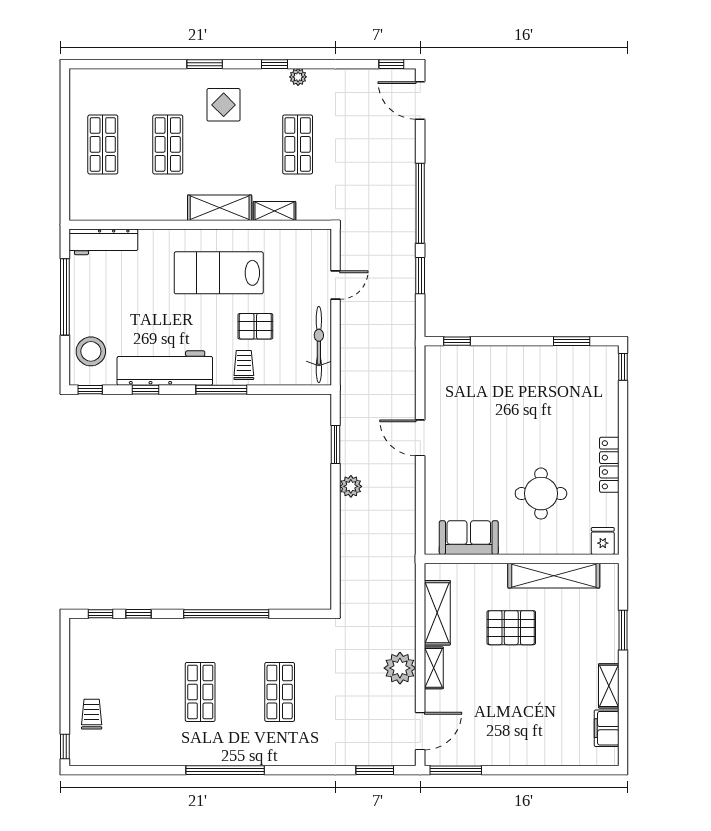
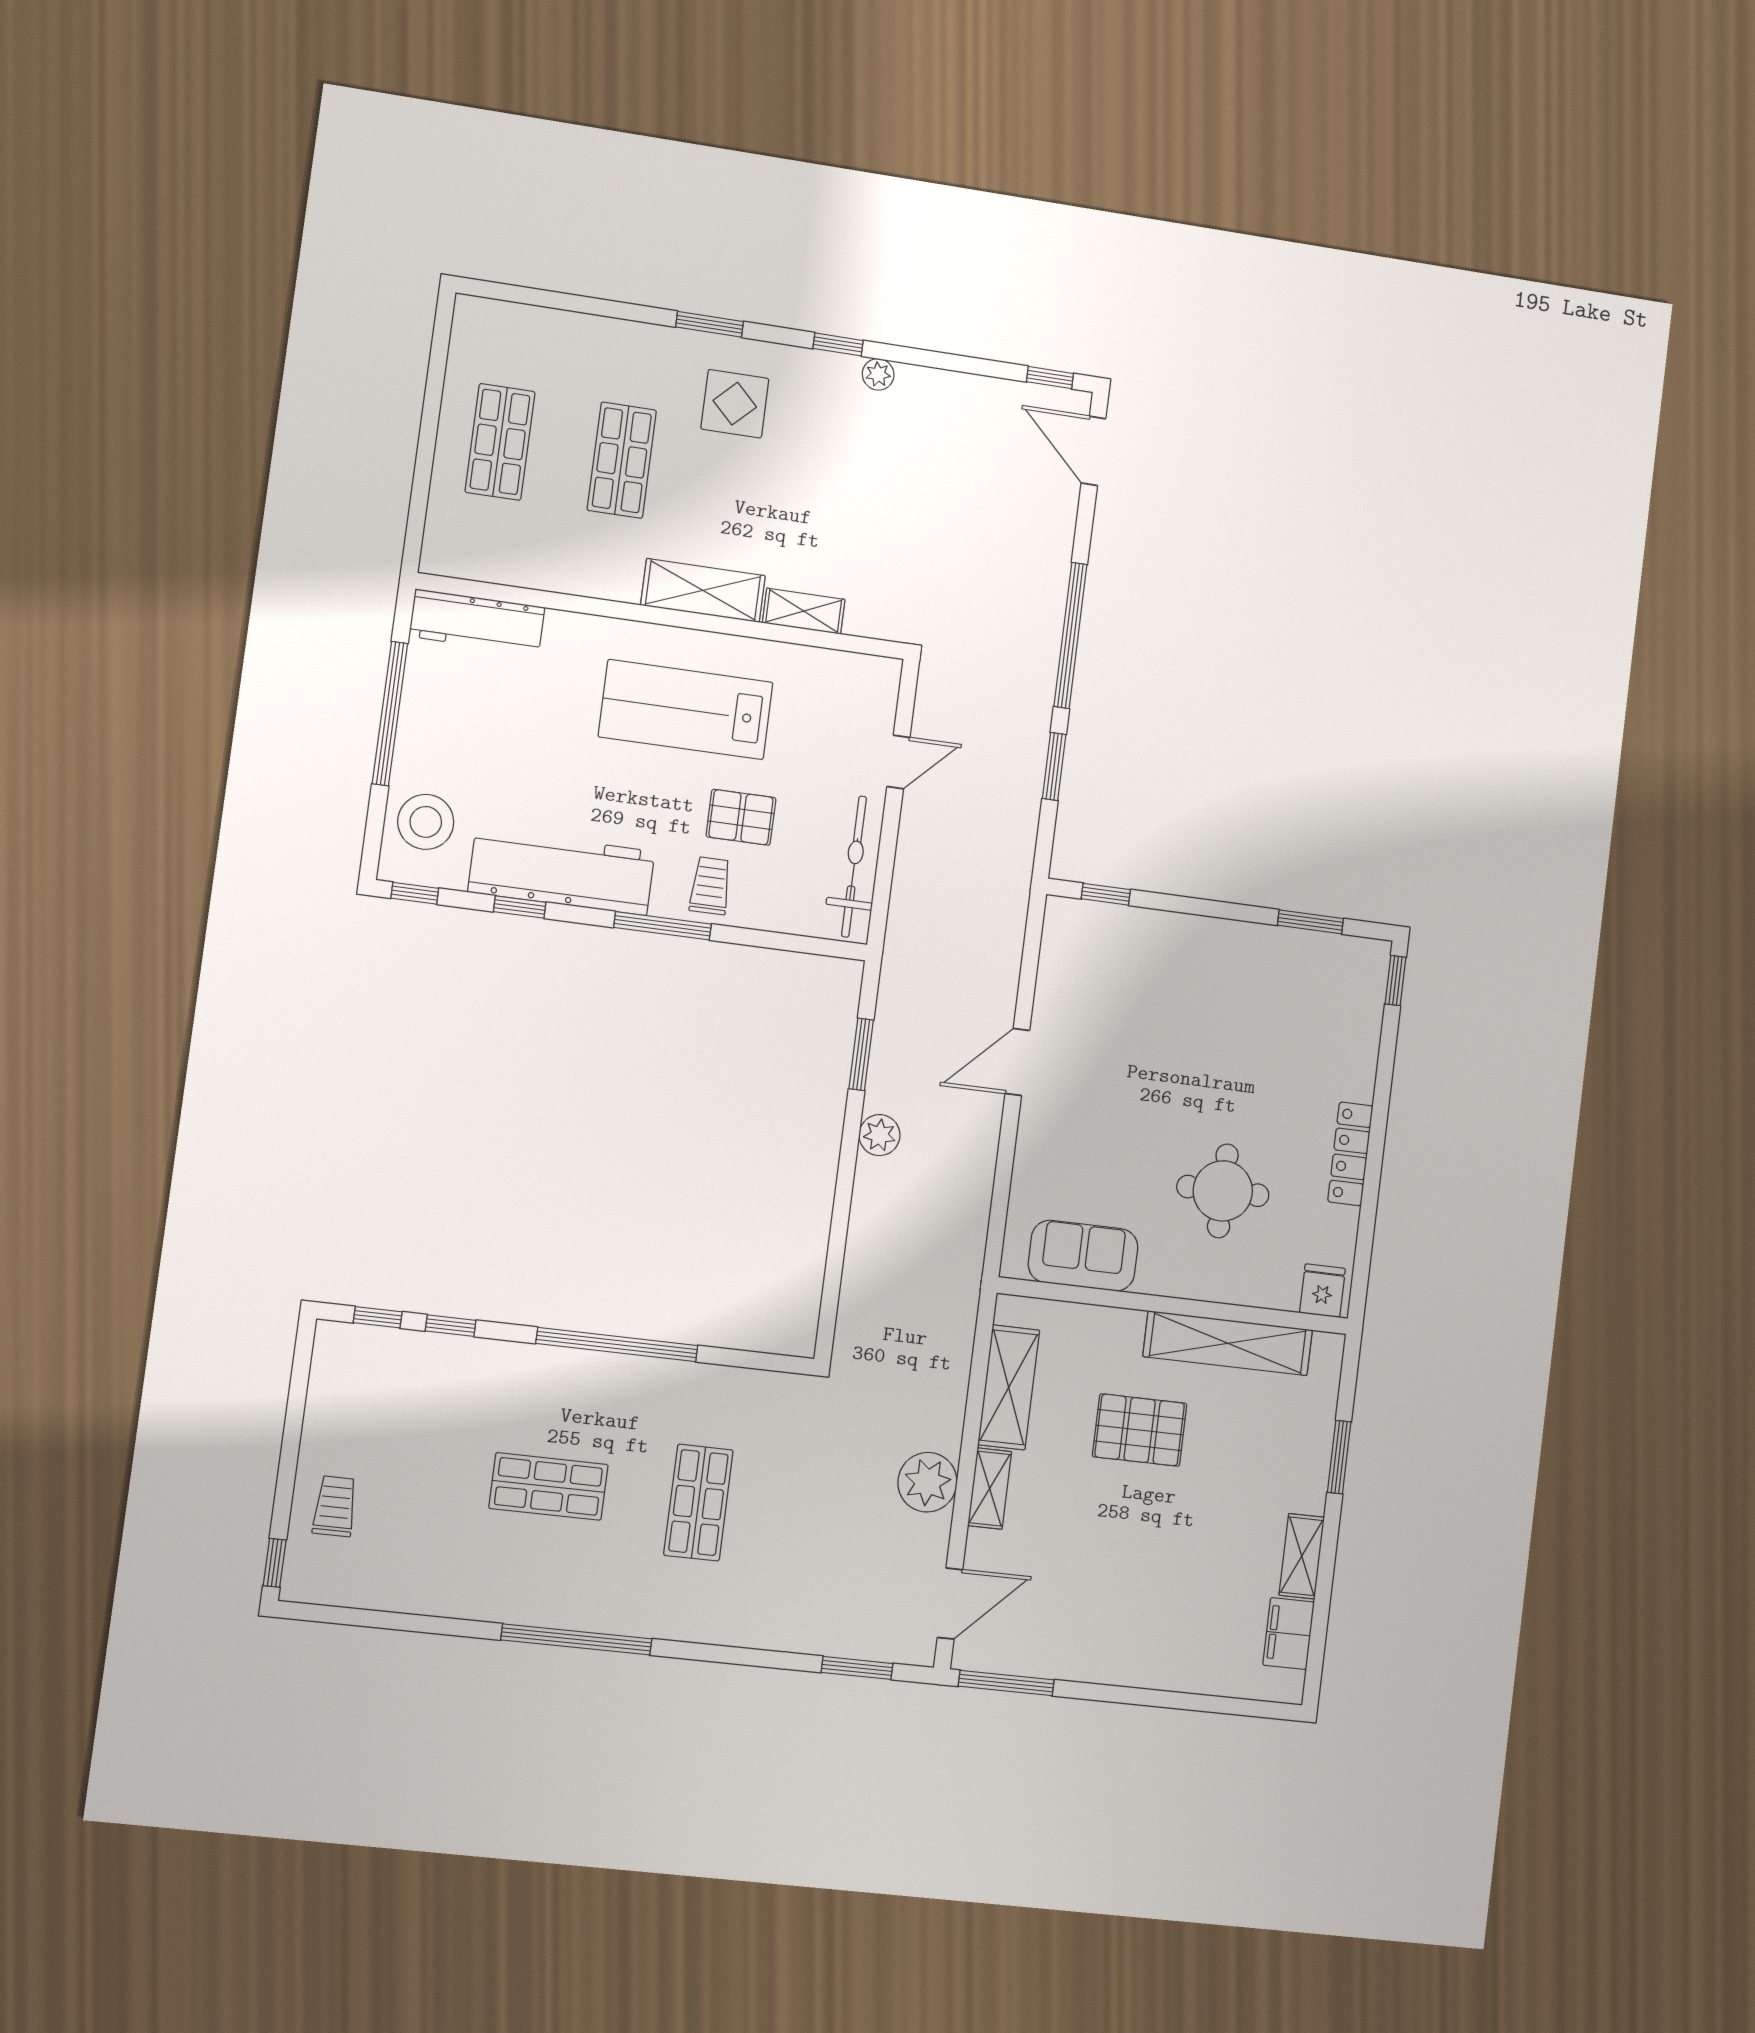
shop shelf: (298, 144) -> (862, 496), removed
door: (420, 438) -> (1017, 1062), hinge flipped
shop shelf: (200, 692) -> (548, 1486), turned 90

